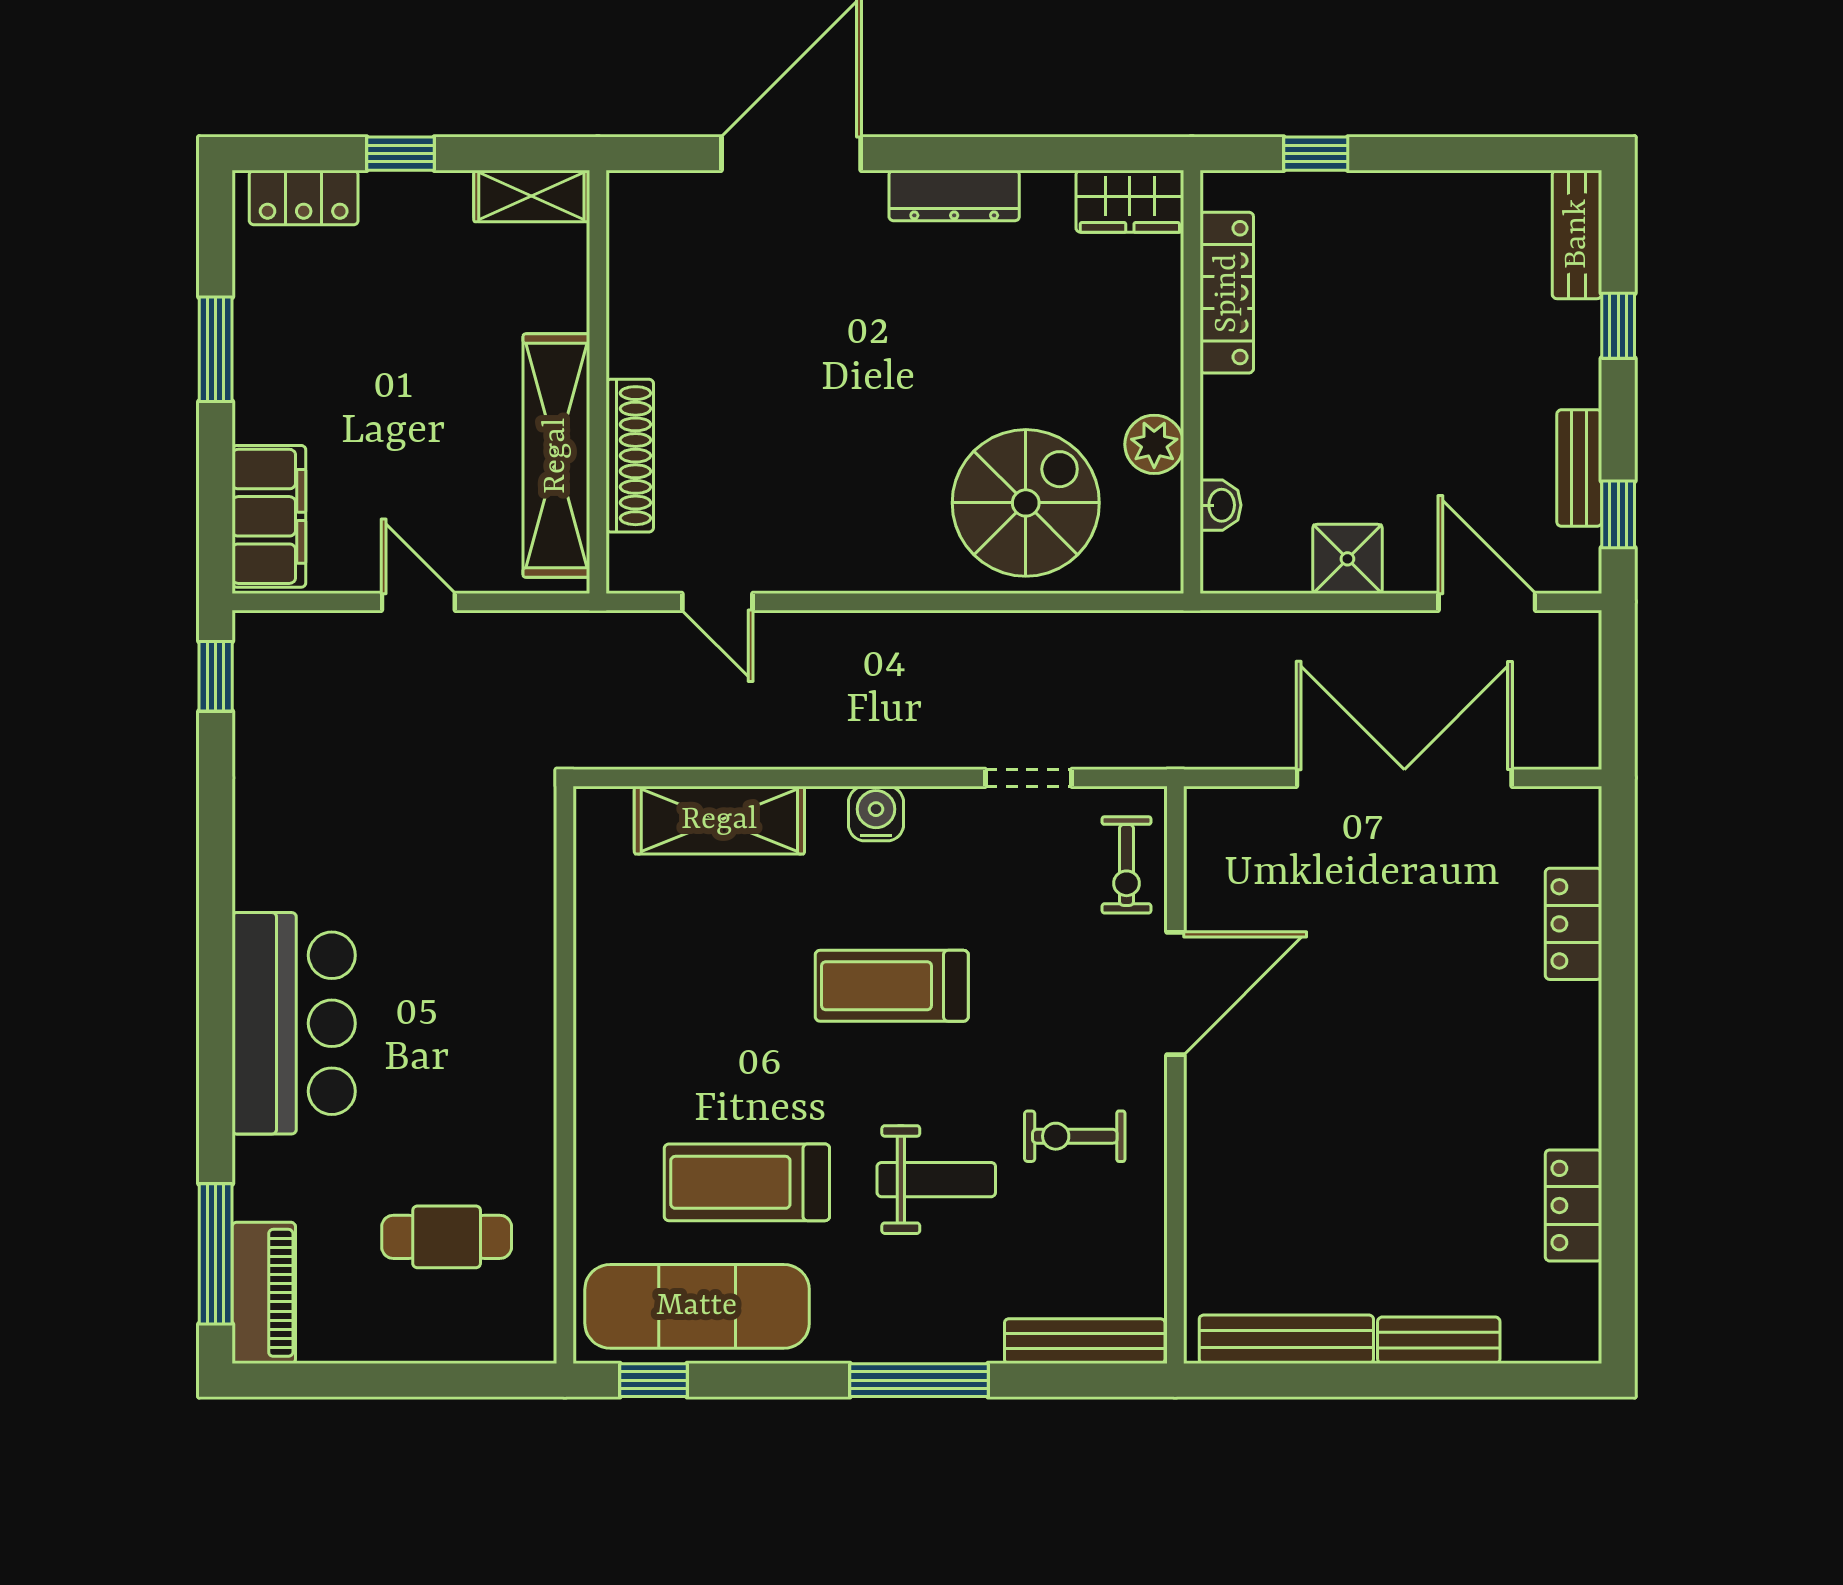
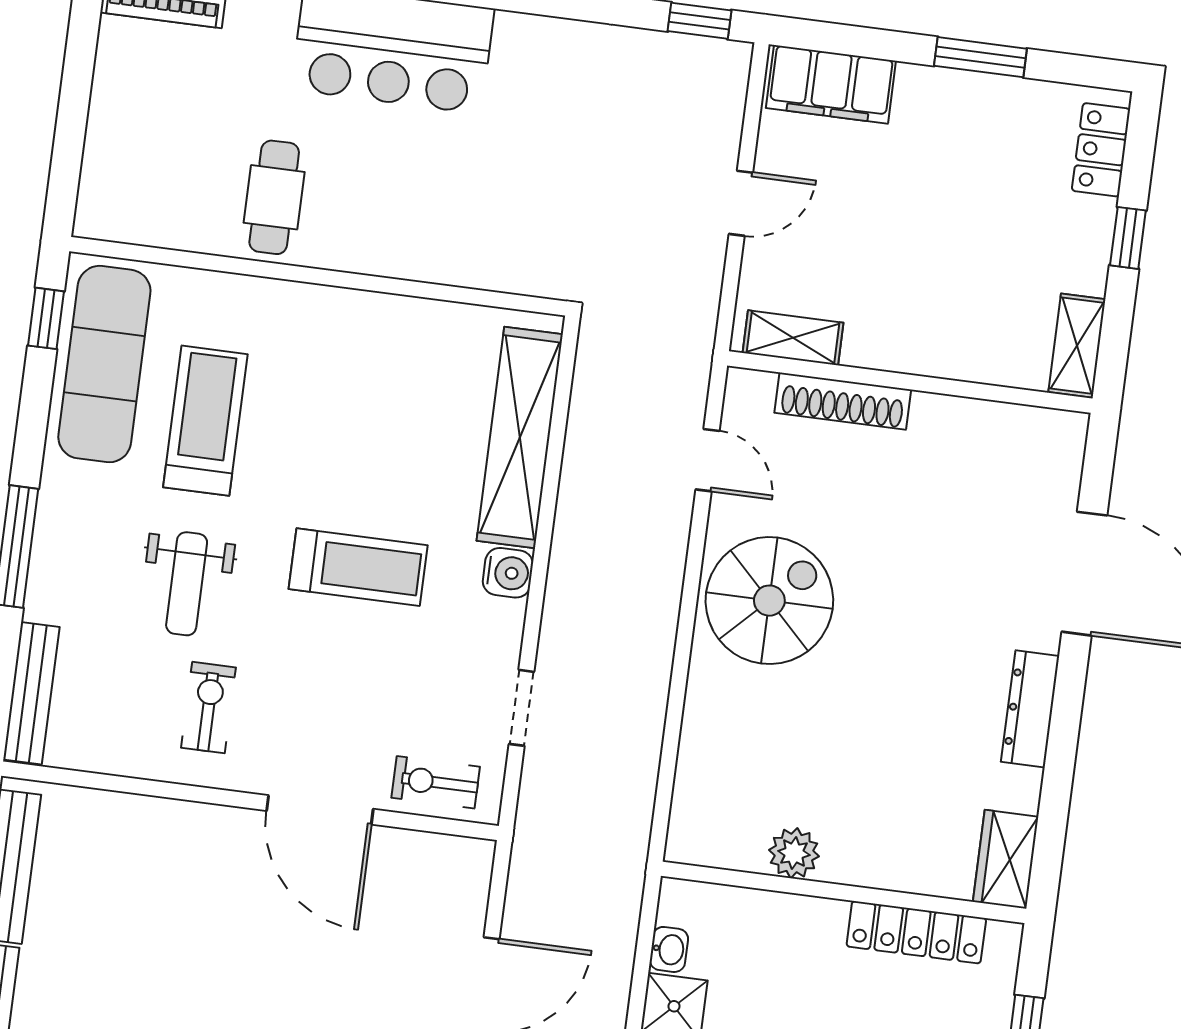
shelving: (556, 456) -> (793, 338), width x0.45, depth x0.75
spiral stairs: (1026, 503) -> (769, 601), moved, turned -90
washbasin: (1220, 505) -> (669, 949), moved, turned -90
door: (717, 602) -> (707, 460), swing flipped
shelving: (719, 820) -> (520, 438), width x1.47
treadmill: (892, 986) -> (358, 567), turned 90
cafe table: (447, 1237) -> (274, 197), moved

